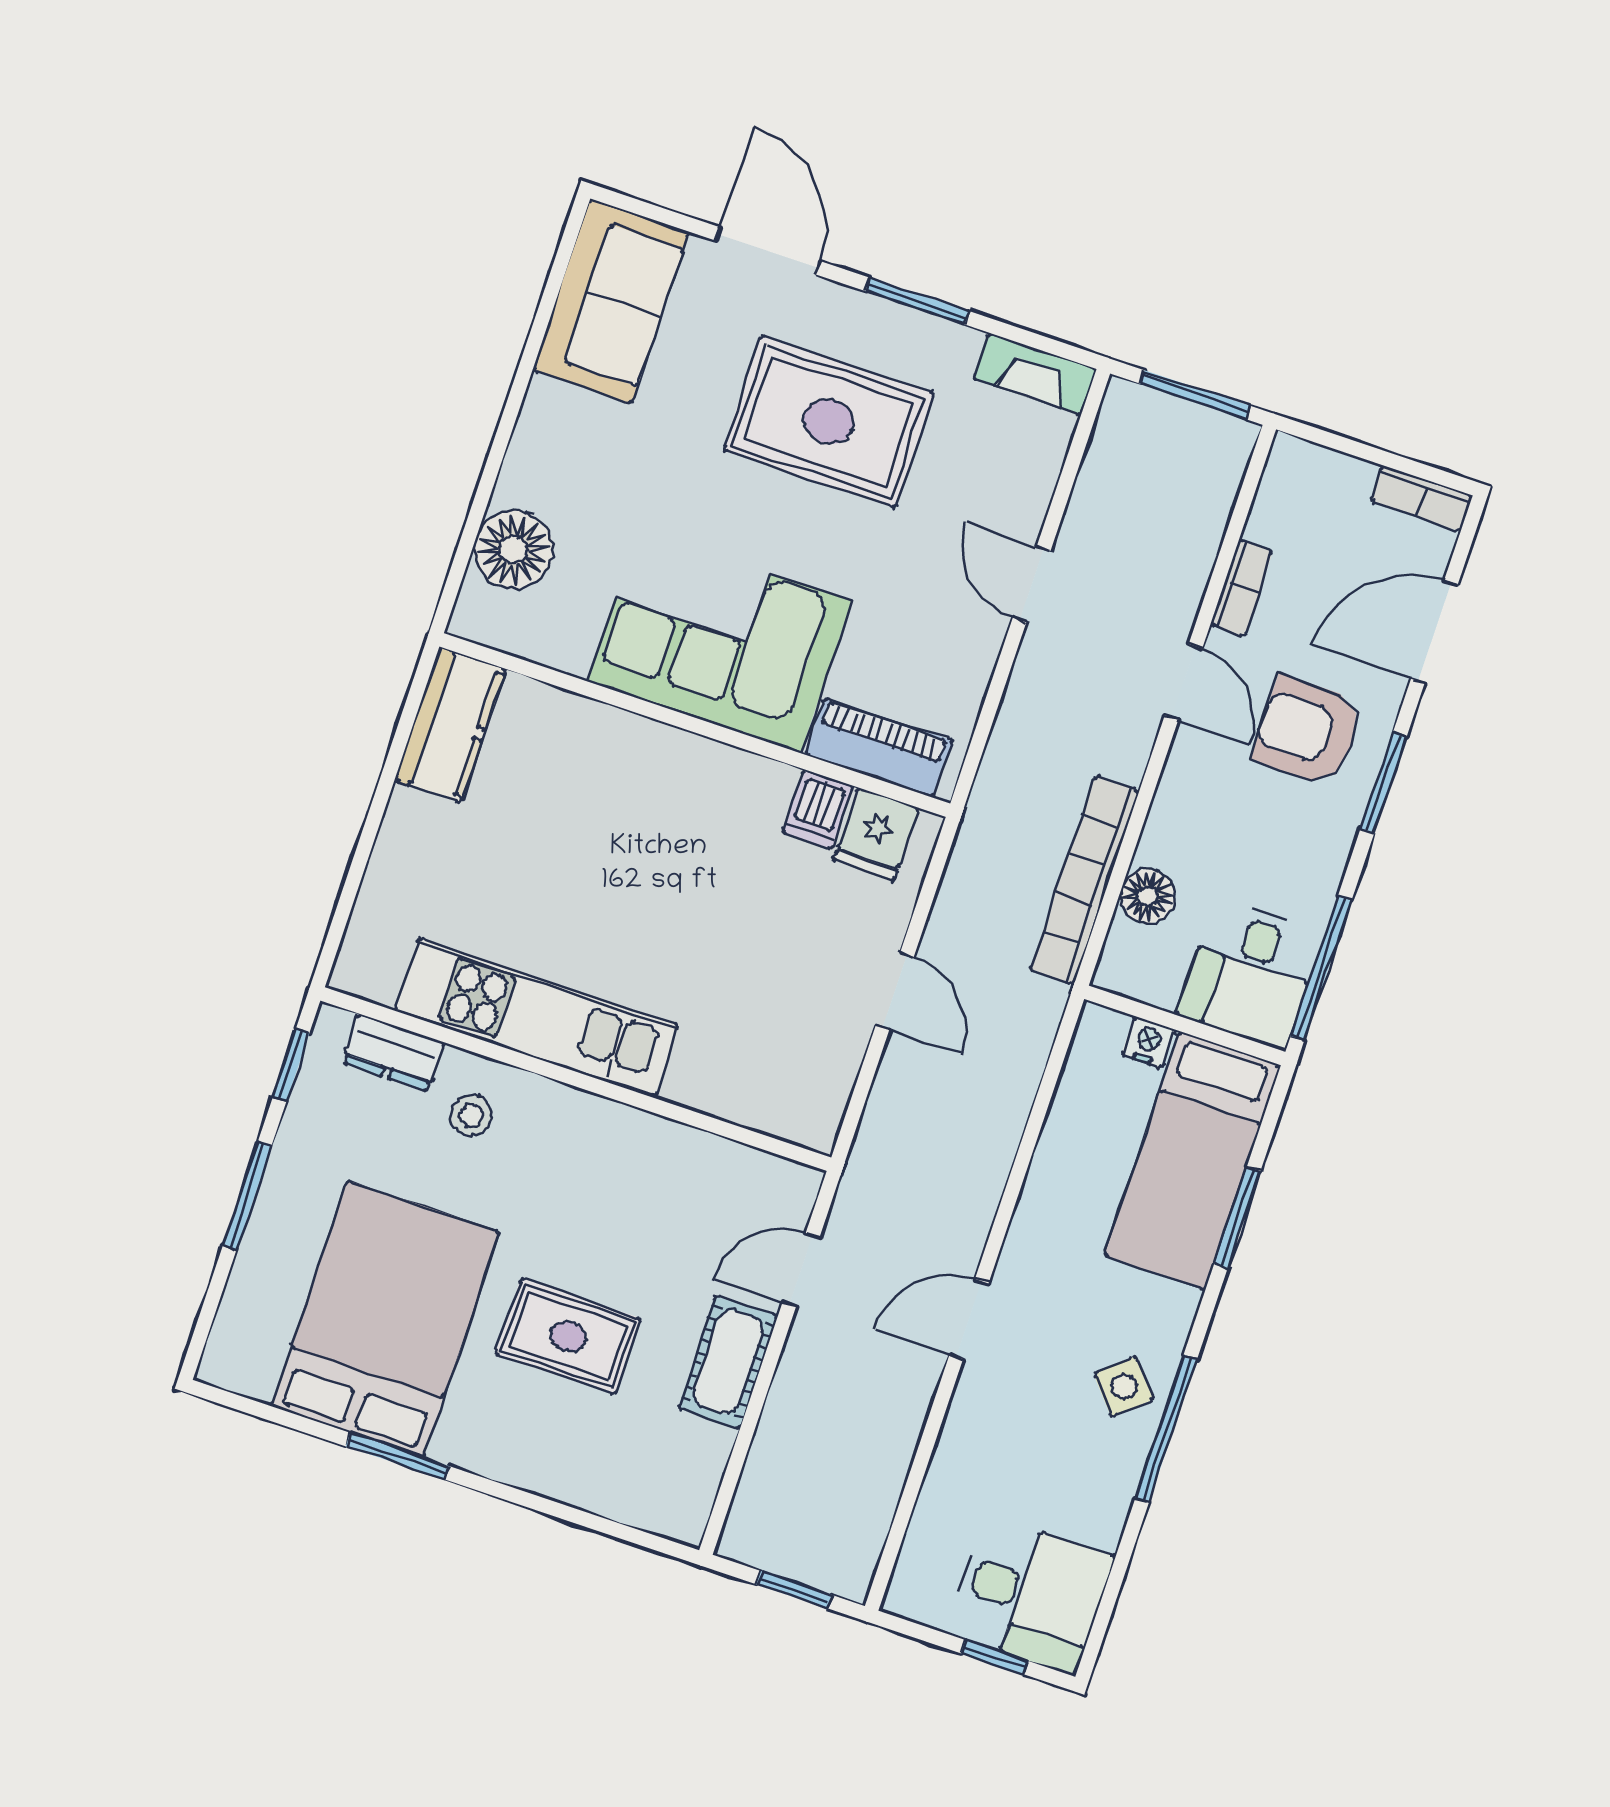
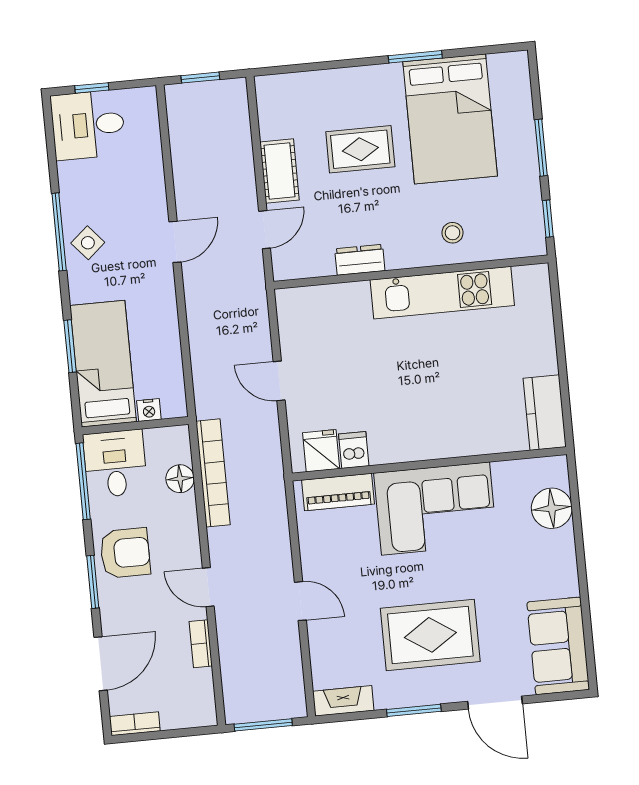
armchair: (1308, 731) -> (125, 553), moved
dresser: (393, 1053) -> (360, 260), moved

